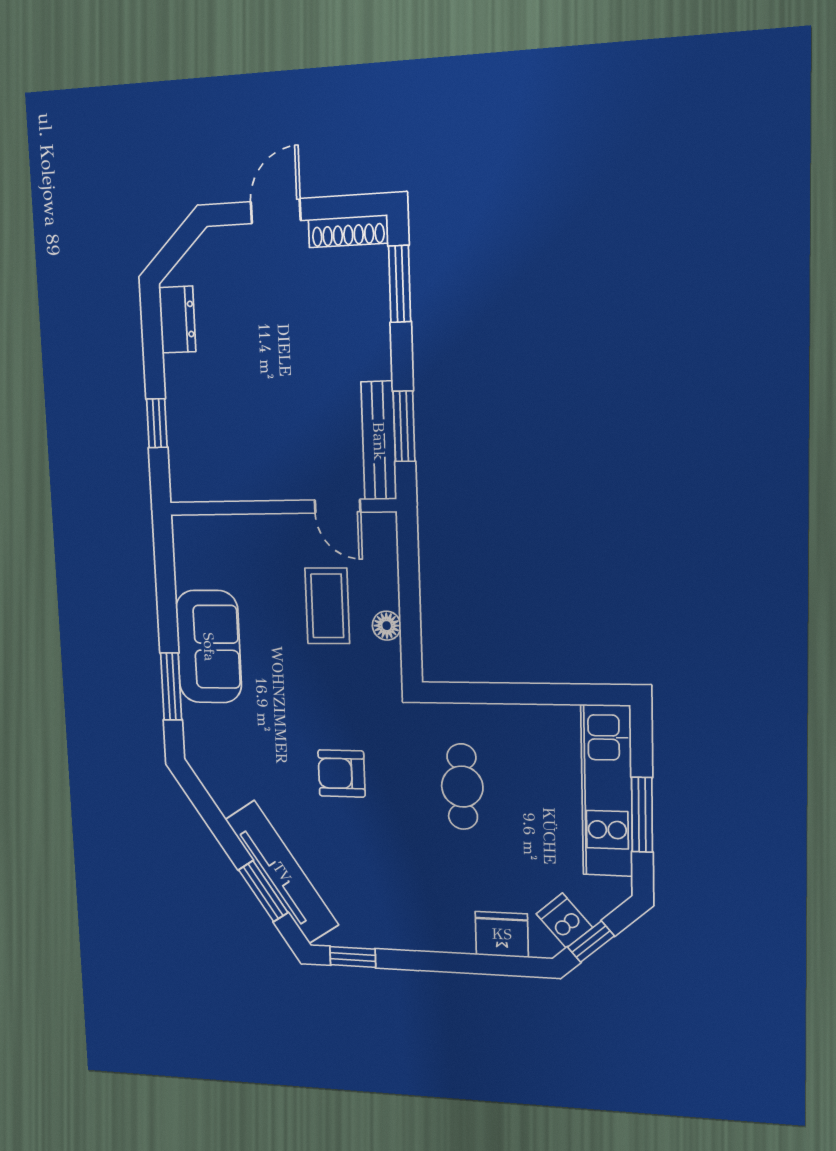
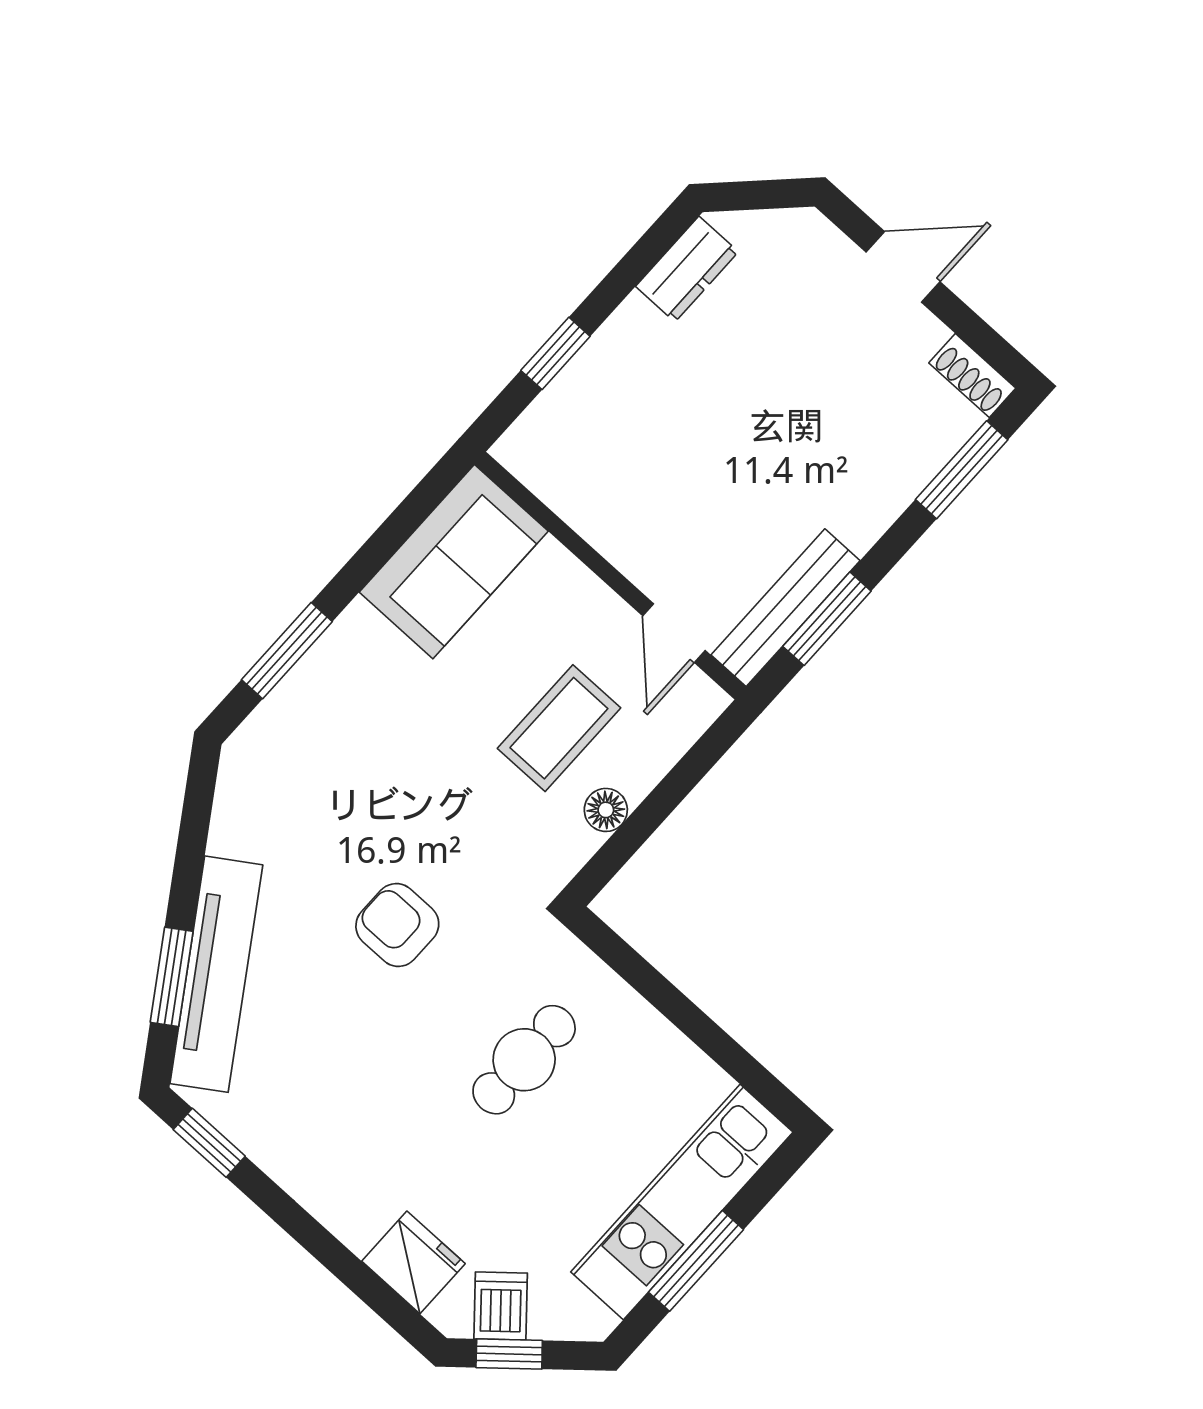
shoe rack: (348, 231) -> (972, 376), width x0.70
sofa: (209, 647) -> (454, 562), moved

